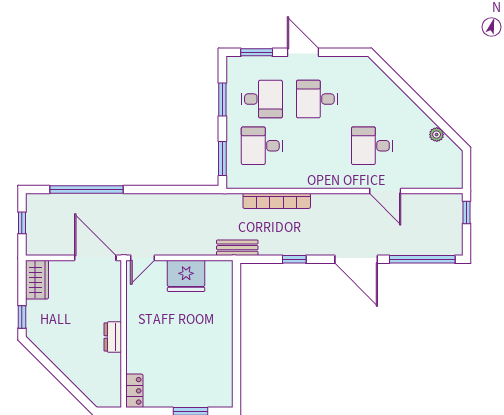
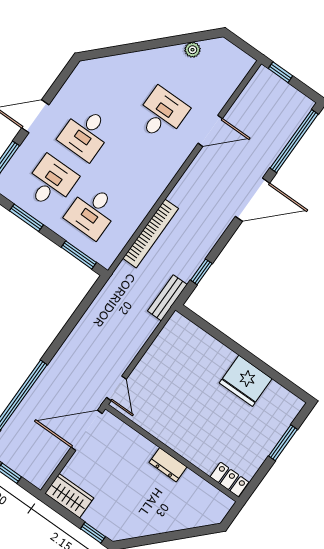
desk: (372, 146) -> (162, 114), turned 180
window: (294, 259) -> (201, 272), moved
fridge: (186, 276) -> (246, 381), moved, turned 90

